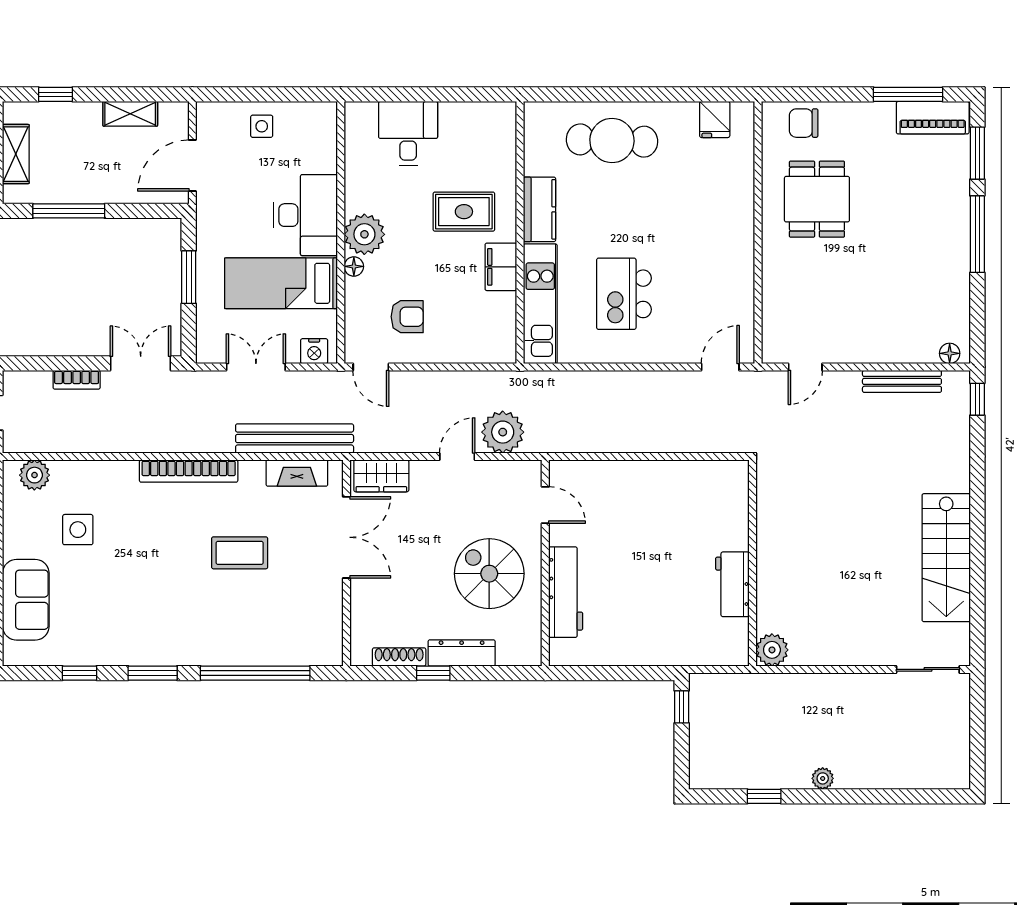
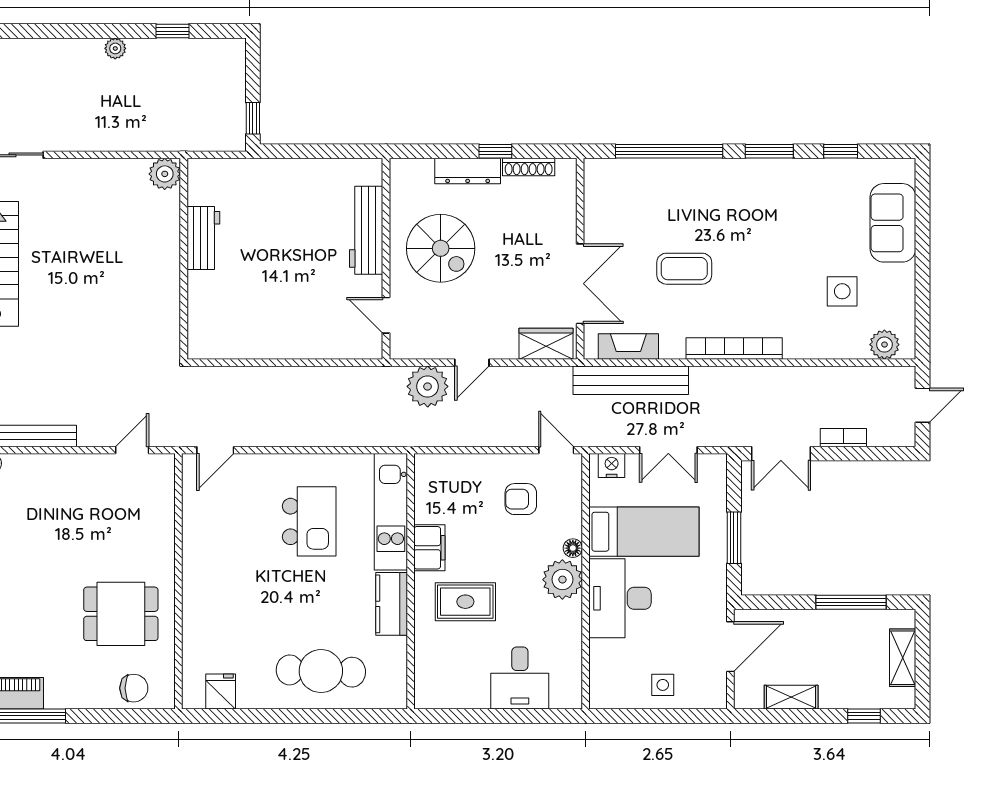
dining table: (817, 199) -> (121, 614), turned 90
double door: (346, 537) -> (580, 284), swing flipped

